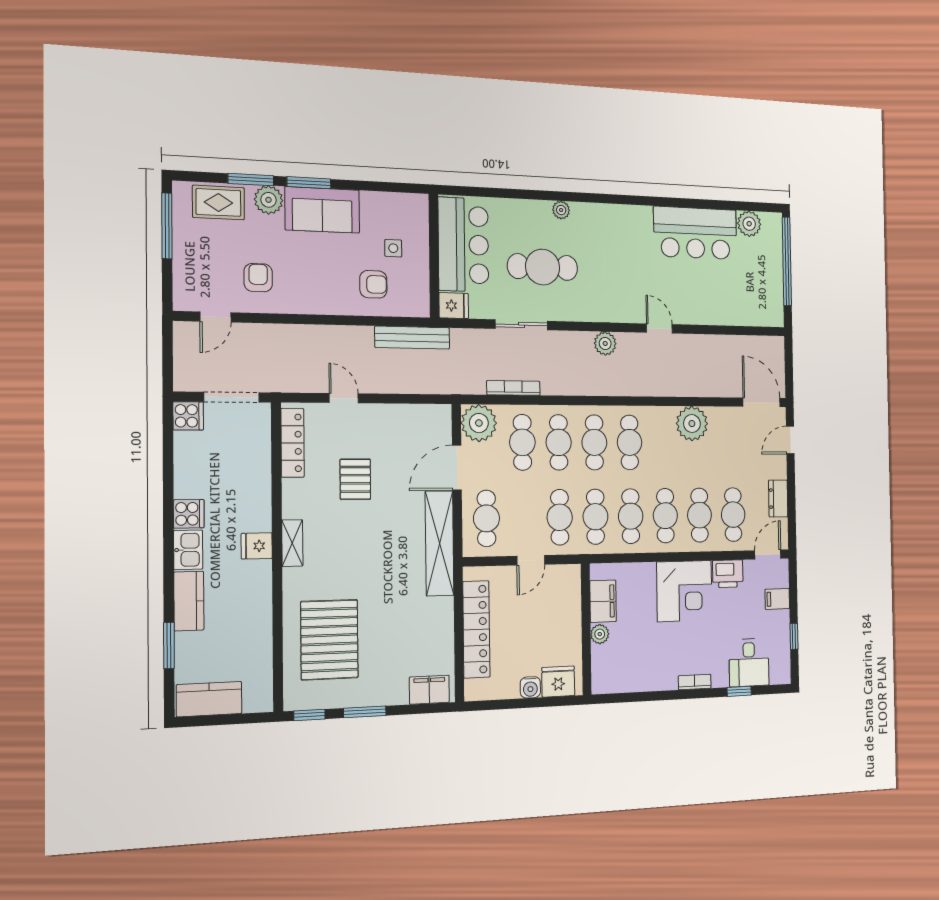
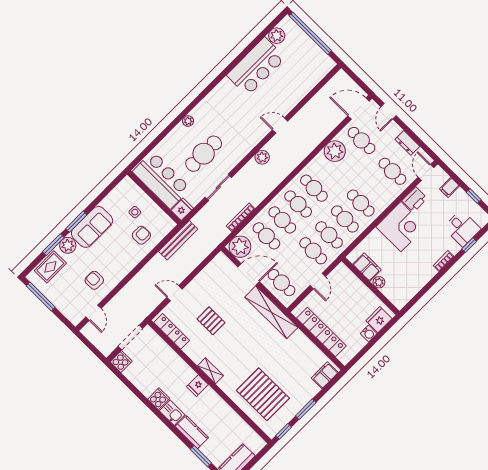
door: (457, 468) -> (249, 274), swing flipped
cafe table: (700, 515) -> (361, 140), moved

